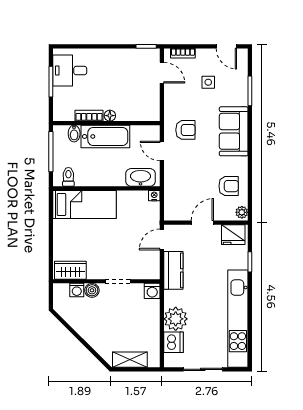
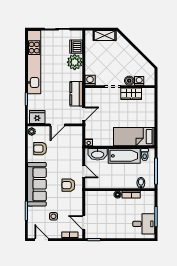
sofa: (234, 131) -> (37, 184), width x1.36
bathtub: (105, 136) -> (124, 156), moved, turned 180
wardrobe: (70, 270) -> (131, 94), moved

